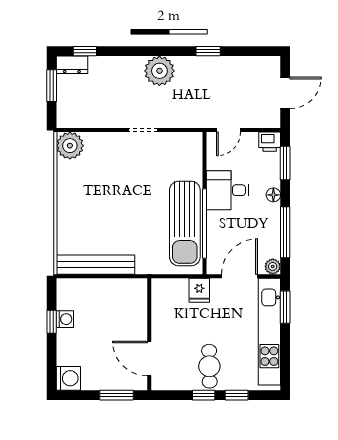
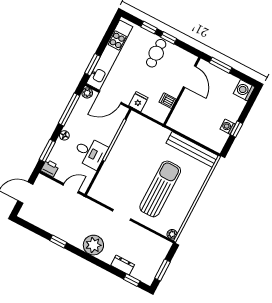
dresser: (72, 65) -> (123, 265), moved
plant: (70, 146) -> (172, 234), width x0.53, depth x0.53
sun lounger: (185, 224) -> (160, 189), moved
dishwasher: (162, 312) -> (168, 101), added

